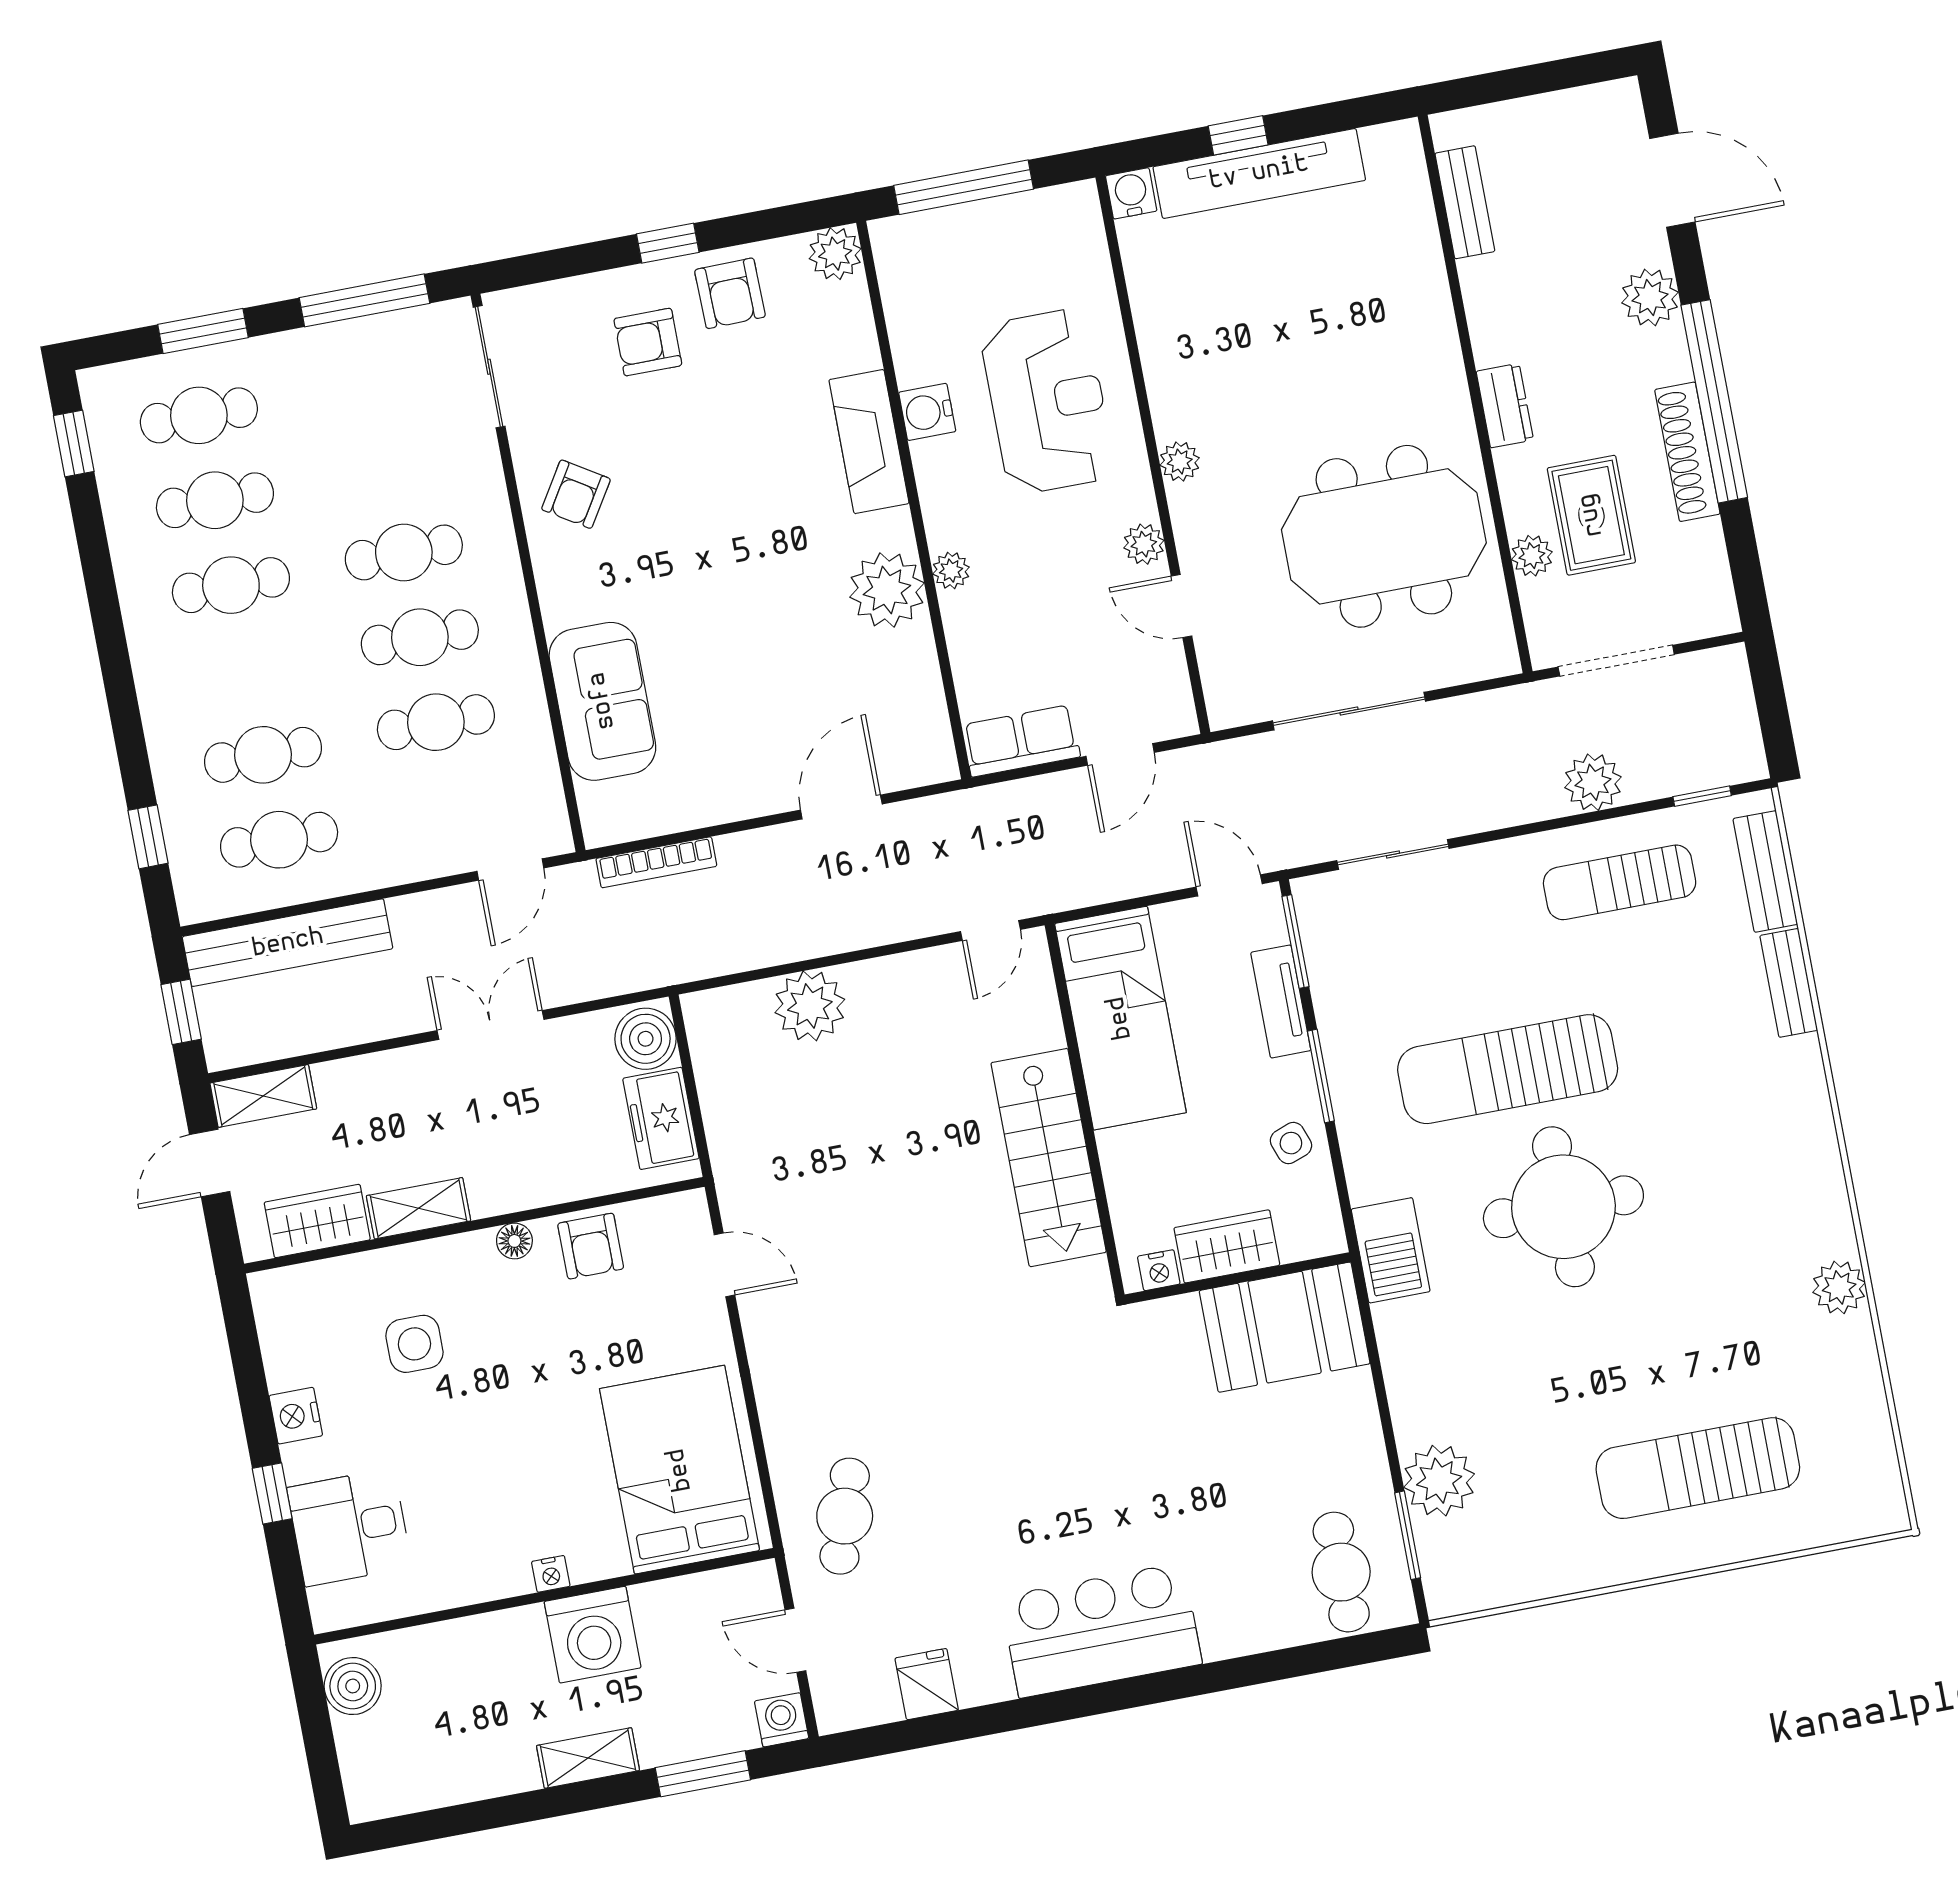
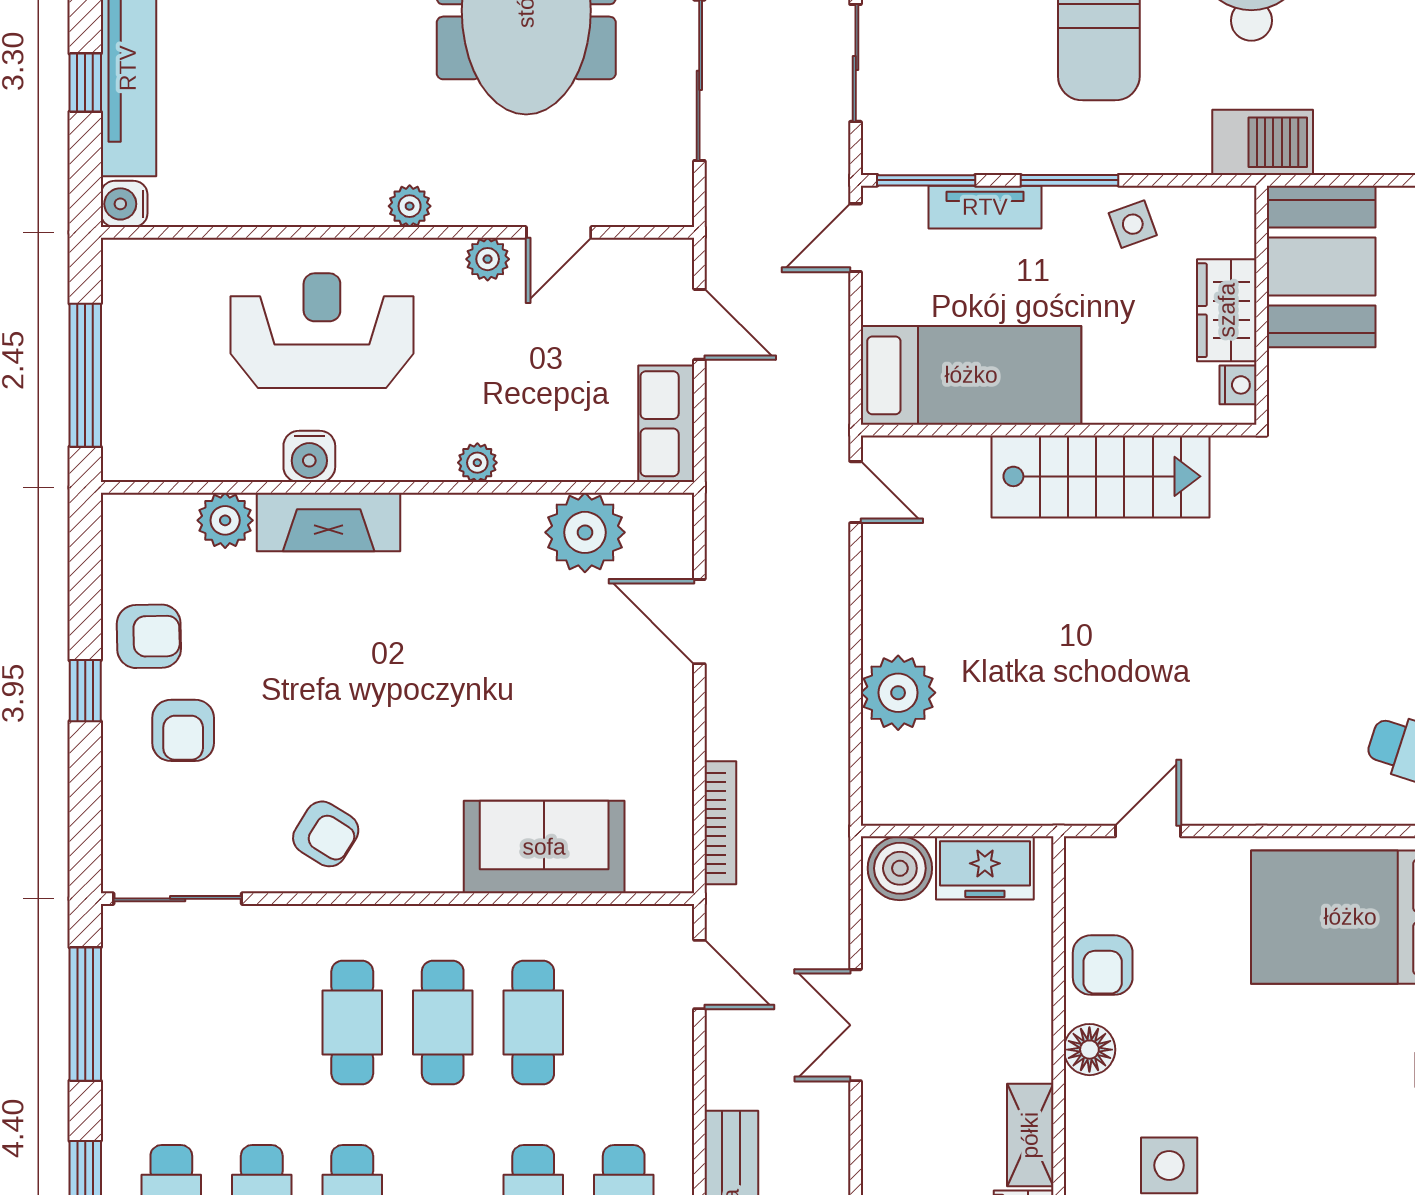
plant: (835, 254) -> (225, 520), moved
plant: (887, 590) -> (585, 532), moved
floor lamp: (514, 1241) -> (1089, 1050), width x1.37, depth x1.37
armchair: (591, 1246) -> (1103, 965), turned 90

